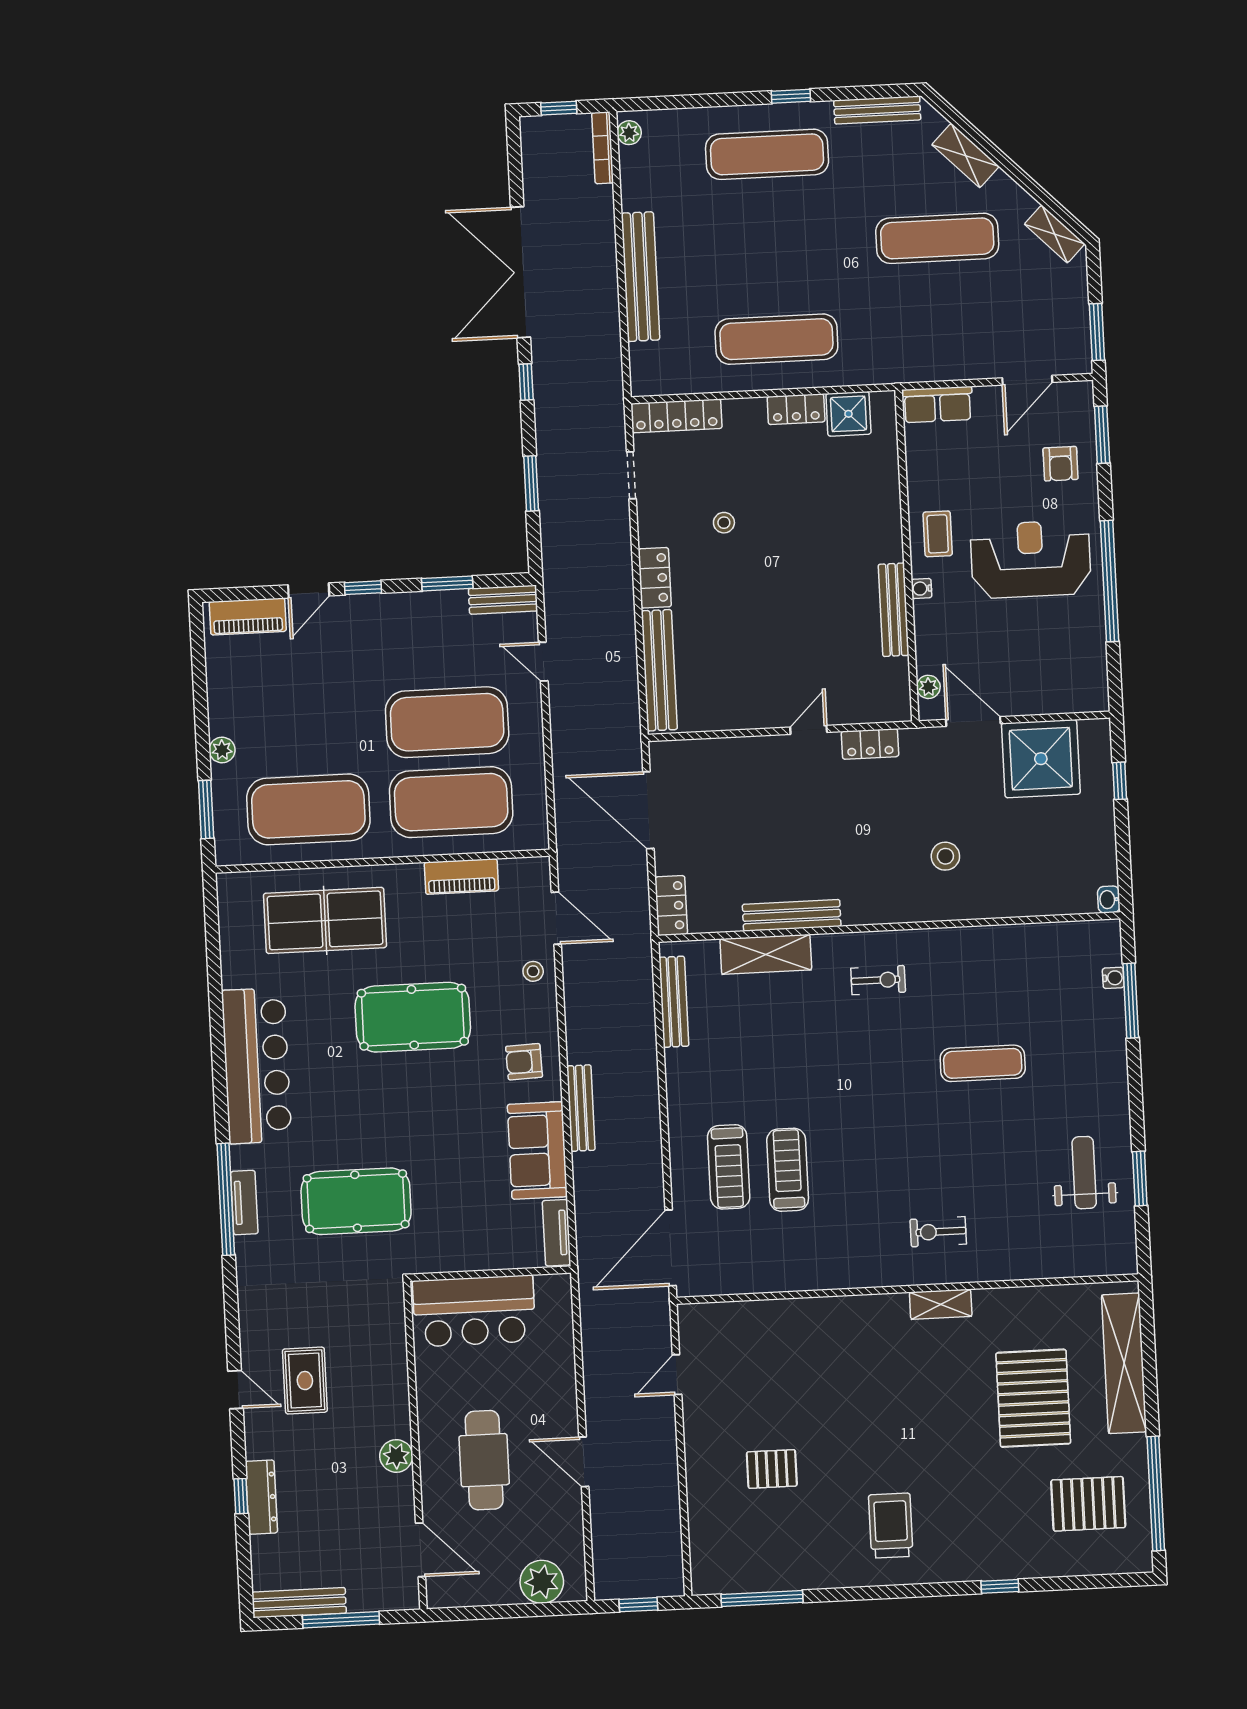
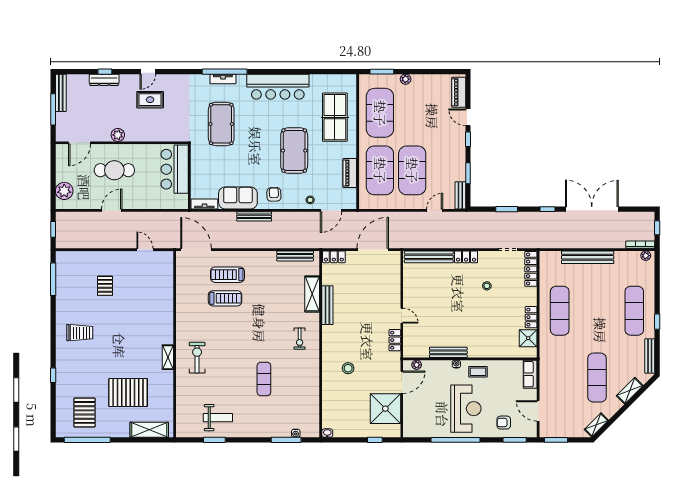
exercise bike: (938, 1232) -> (197, 358), width x1.38, depth x1.39
shelving: (1124, 1363) -> (149, 430), width x0.68

